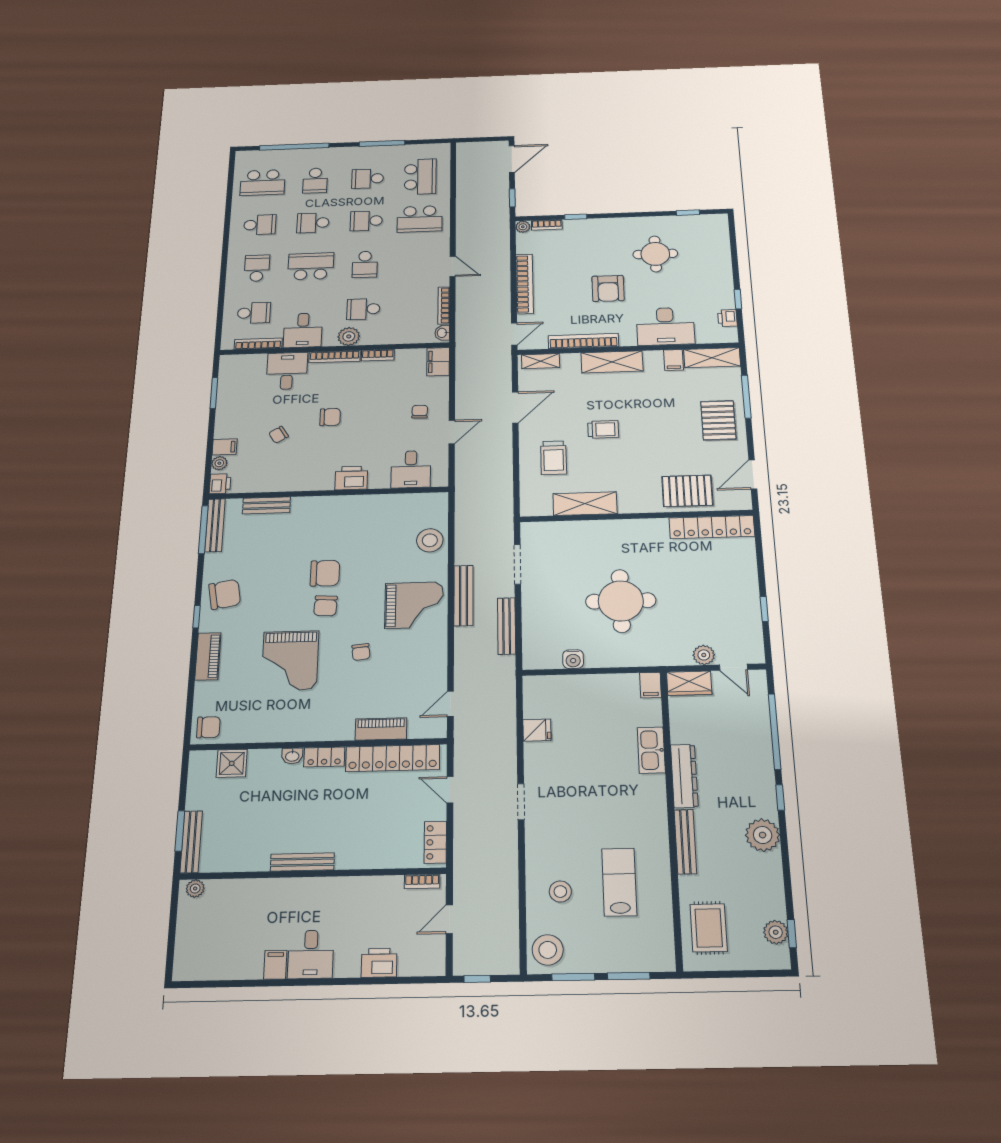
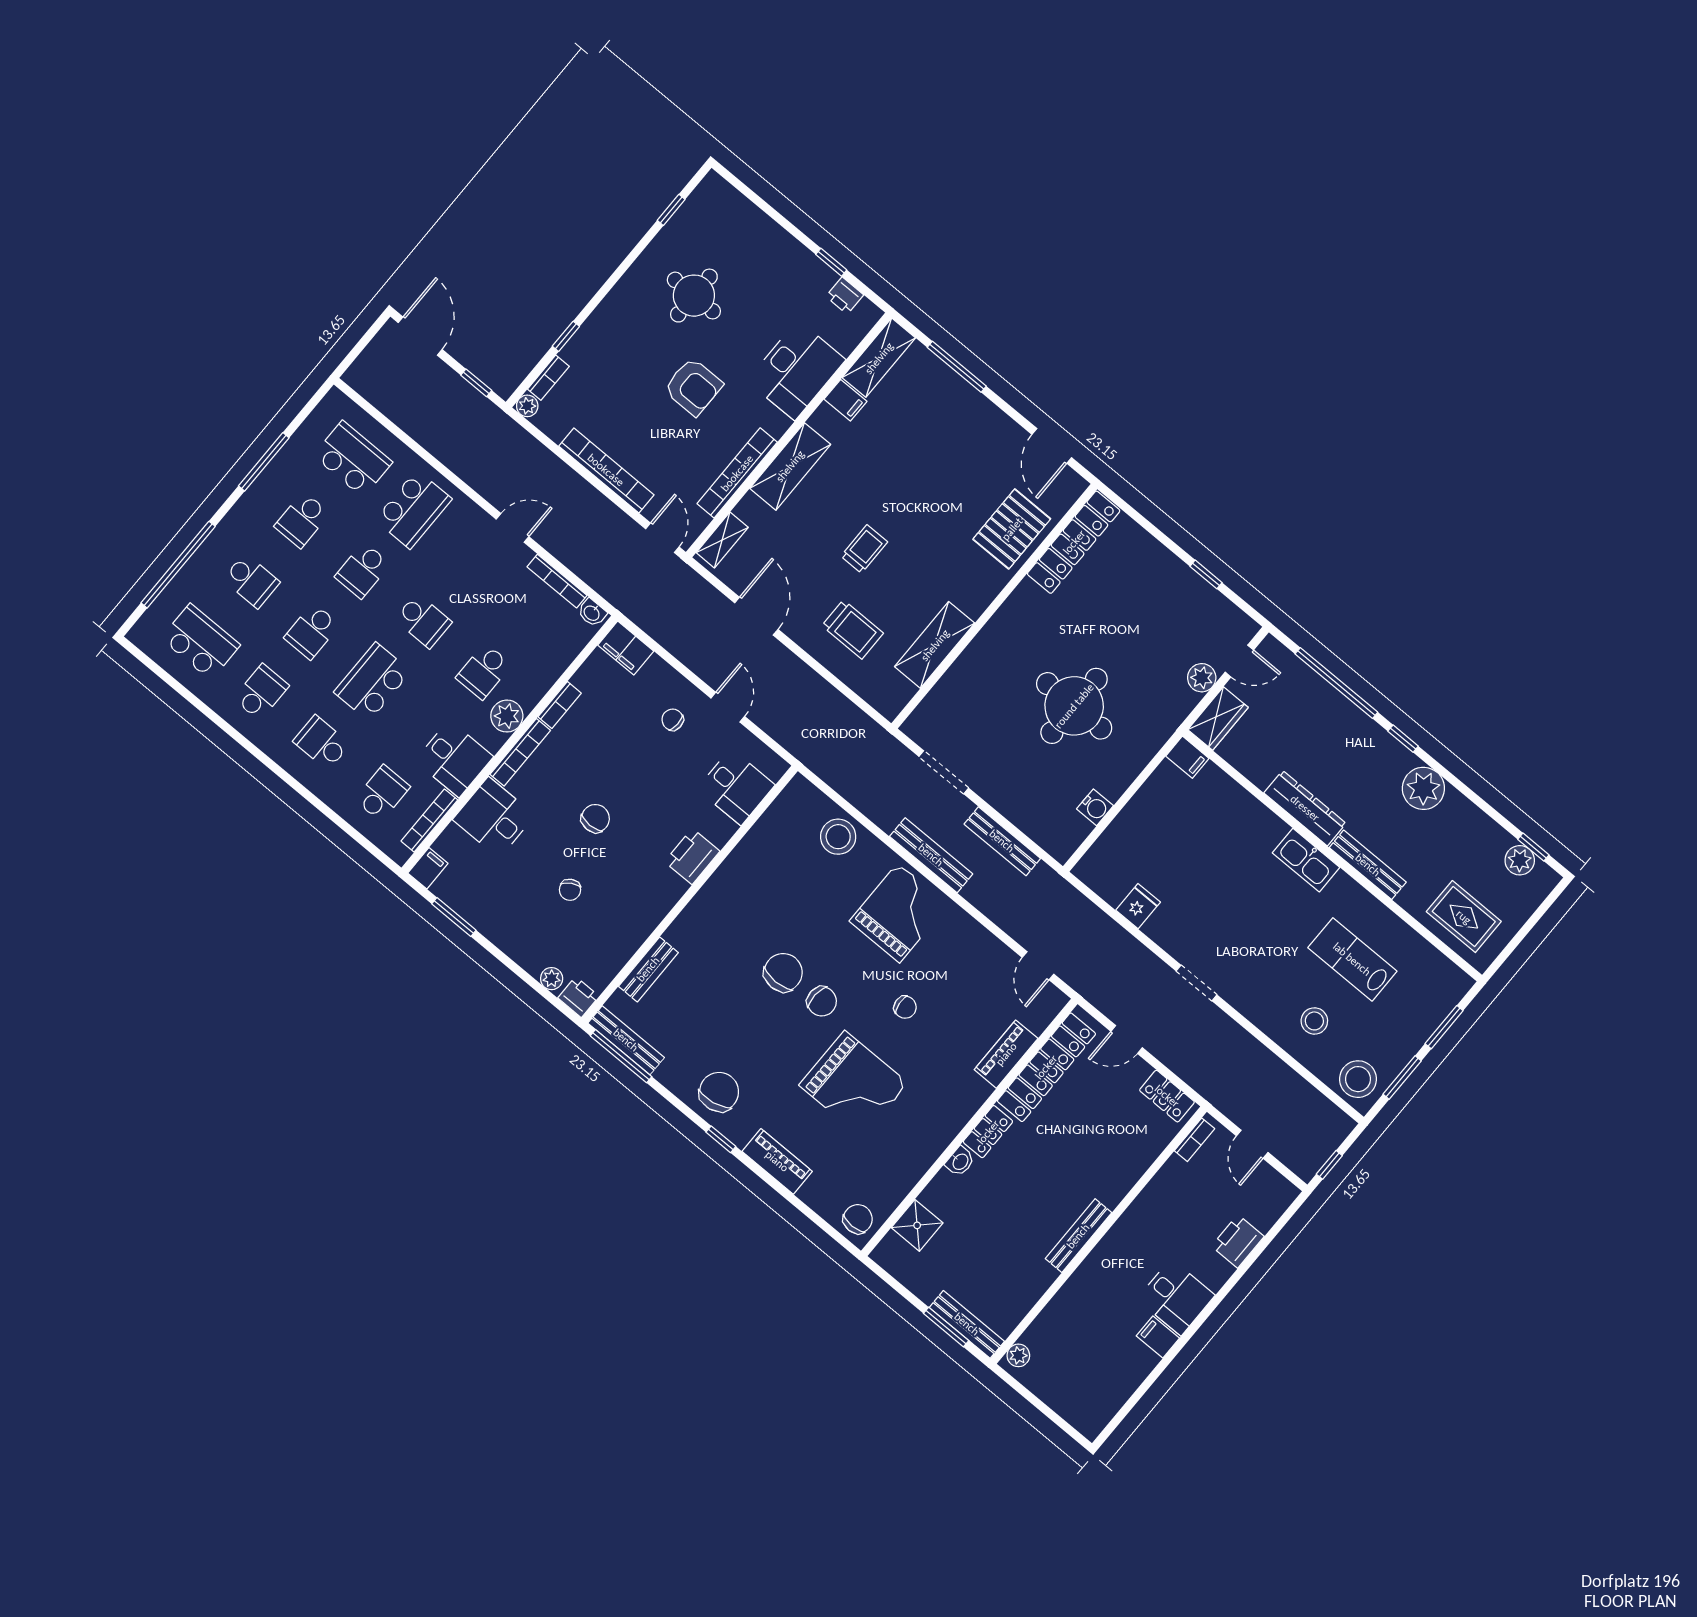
school desk: (263, 183) -> (200, 642), turned -90
pallet: (718, 420) -> (959, 422), removed
filing cabinet: (225, 447) -> (428, 868), moved
kitchen sink: (651, 750) -> (1306, 860), moved

